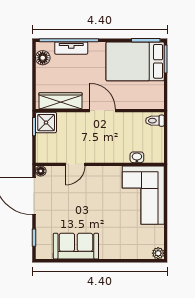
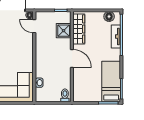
bed: (135, 61) -> (111, 81), width x0.67
door: (103, 111) -> (72, 59), hinge flipped
shower: (46, 123) -> (64, 31), moved
door: (75, 164) -> (34, 26), moved

